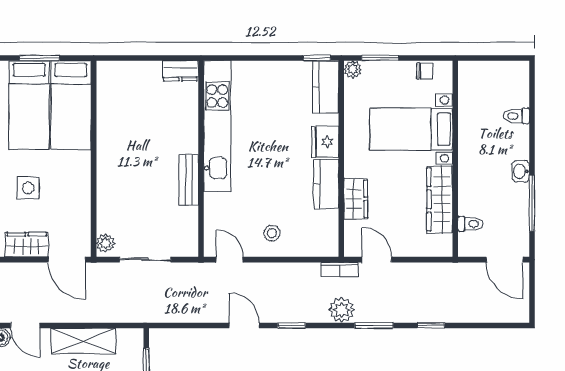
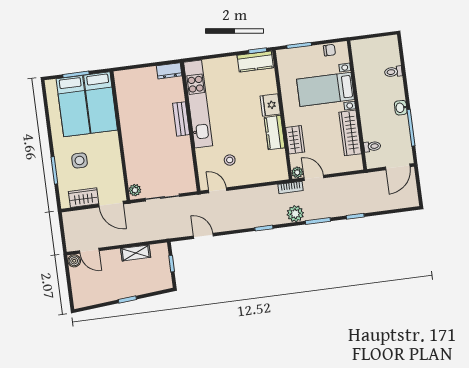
plant: (353, 69) -> (297, 172), moved
kitchen counter: (326, 87) -> (255, 61), moved, turned -90
bench: (189, 180) -> (181, 119), moved
stool: (272, 233) -> (230, 160), moved
door: (505, 260) -> (398, 167), hinge flipped
door: (244, 325) -> (203, 236), moved
shelving: (83, 341) -> (136, 253), width x0.67, depth x0.75

